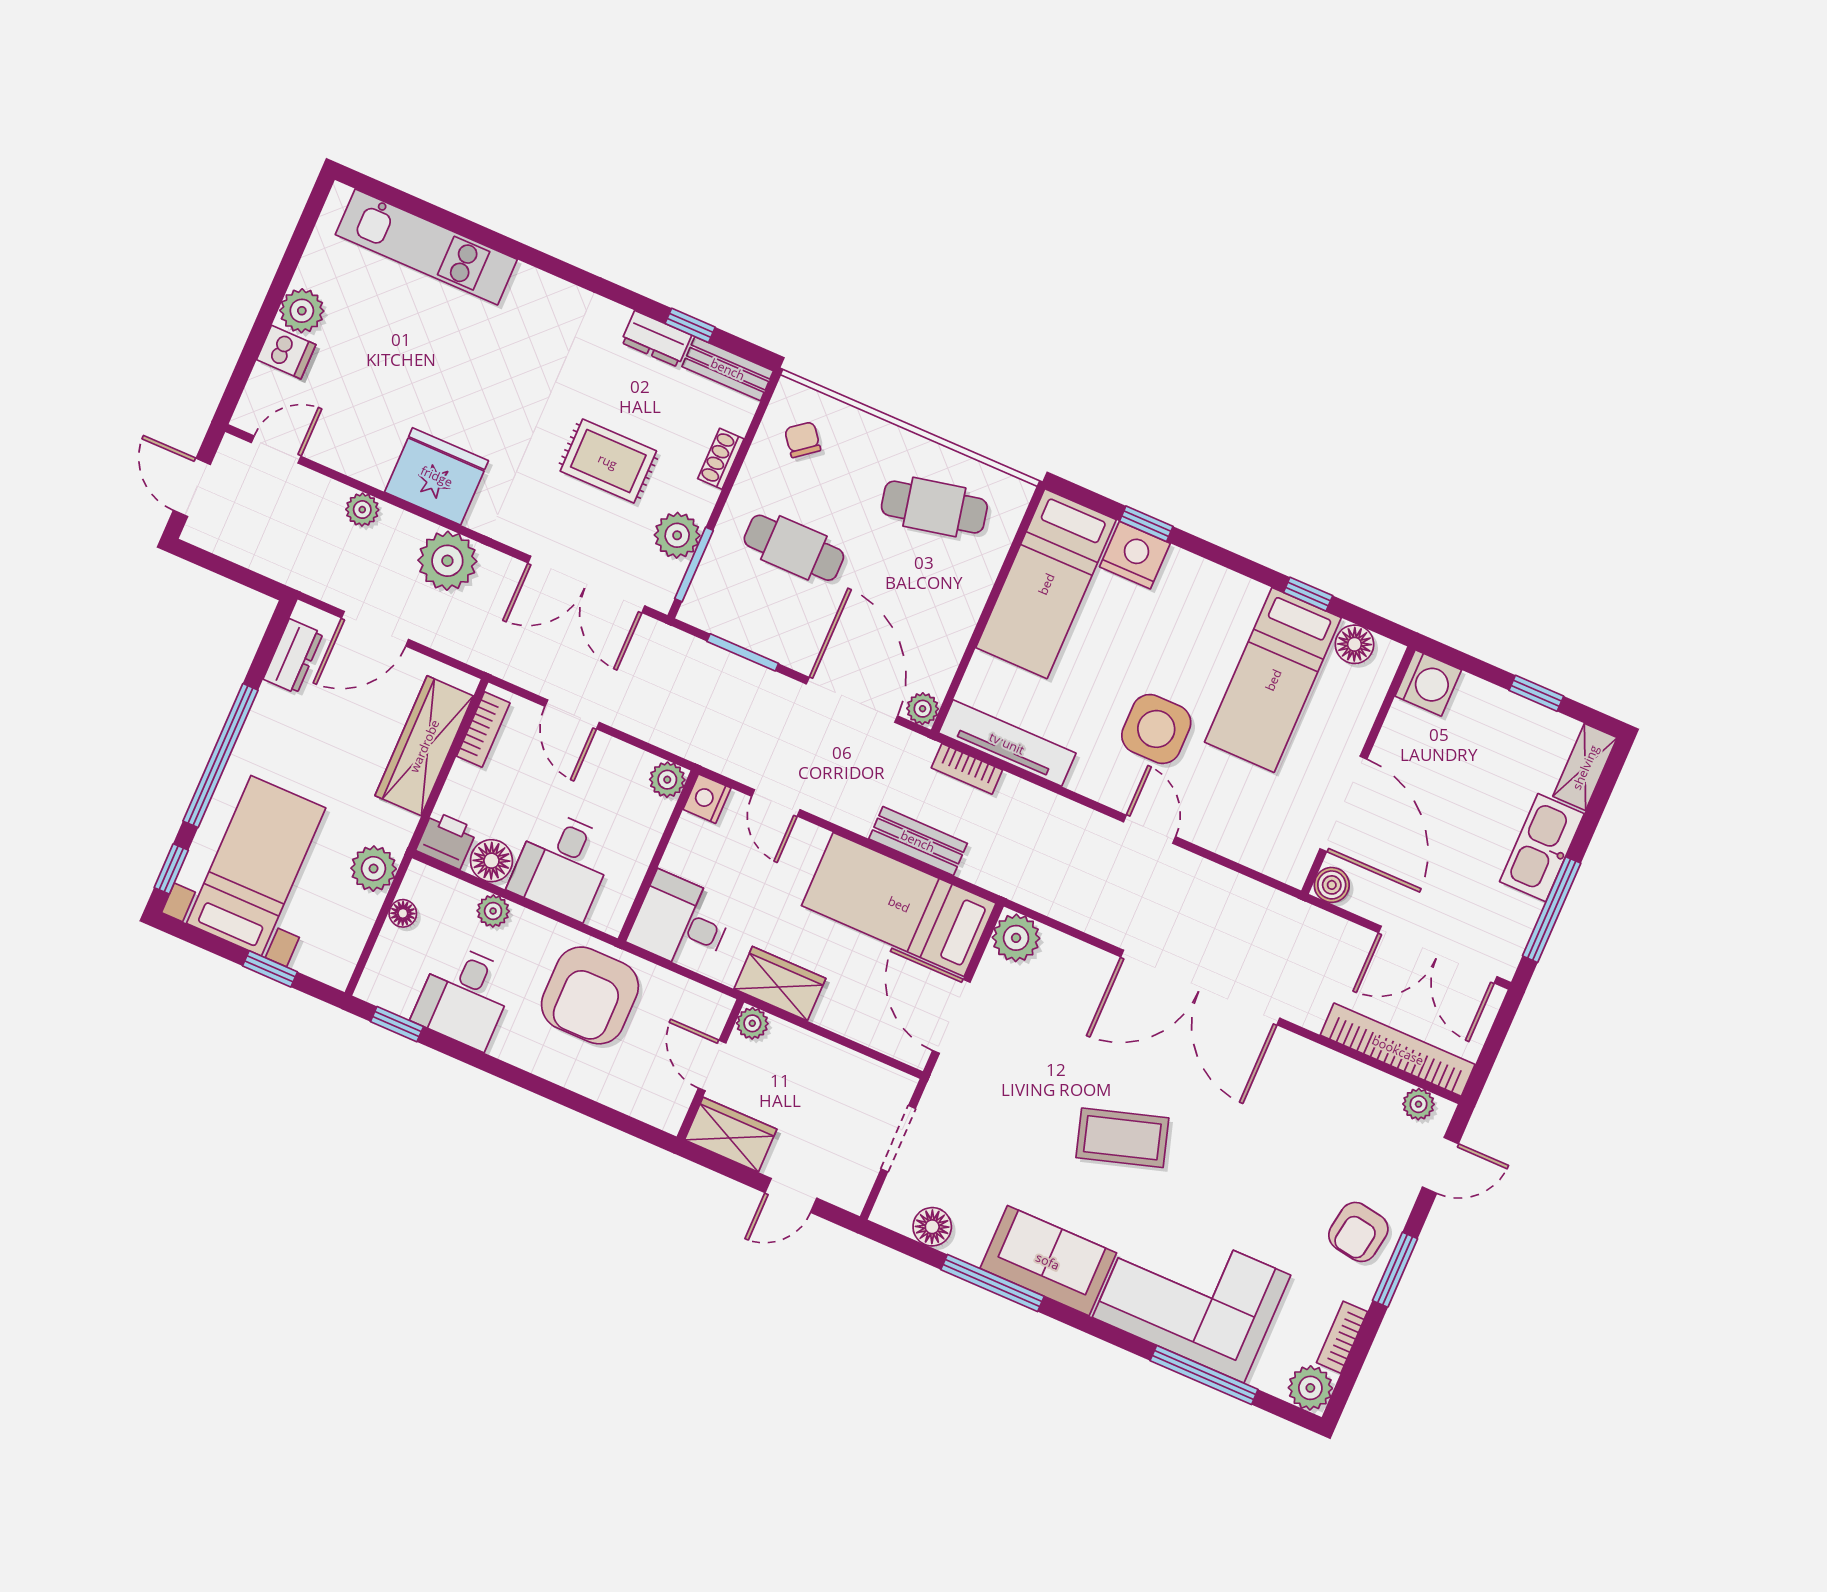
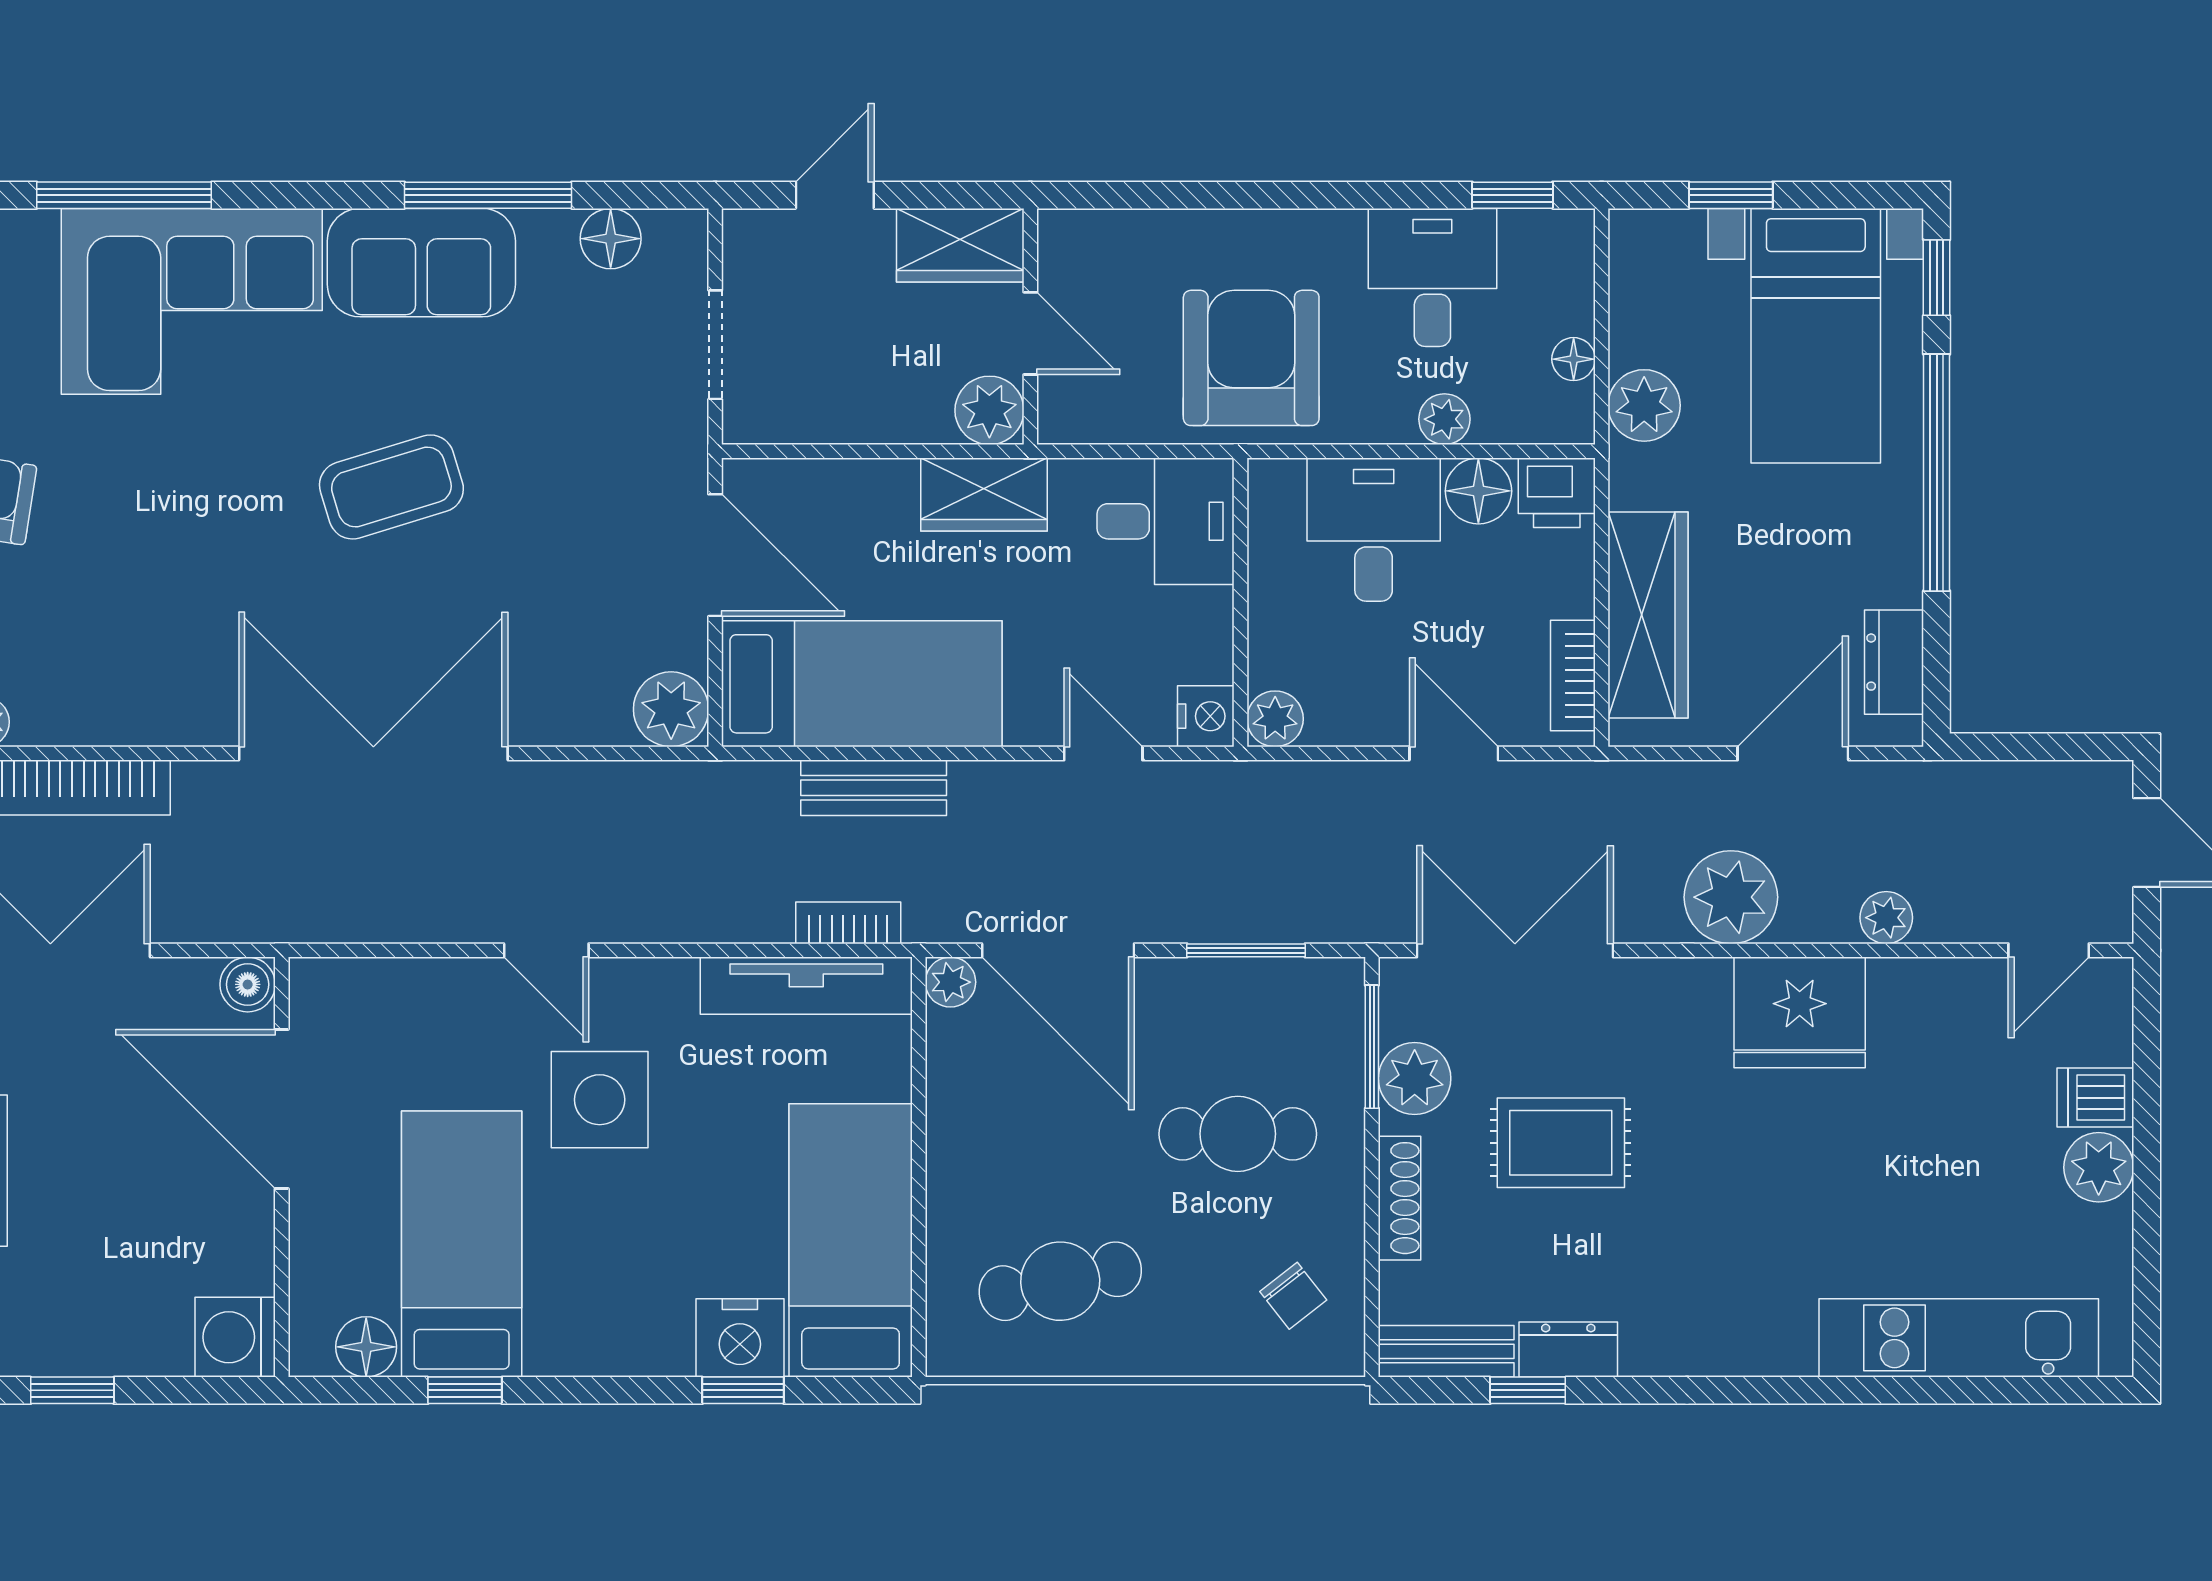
shoe rack: (721, 459) -> (1399, 1198), width x1.43
plant: (752, 1023) -> (989, 410), width x1.38, depth x1.38

